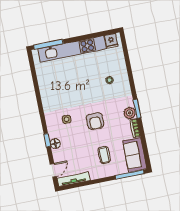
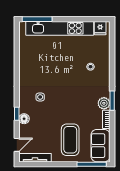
armchair: (95, 121) -> (68, 104), removed
coffee table: (104, 155) -> (70, 140), width x1.86, depth x1.72

